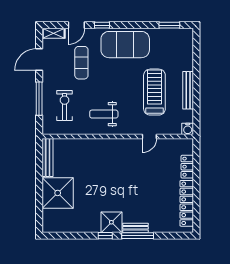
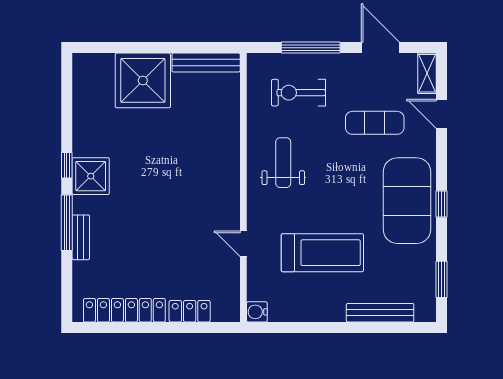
window: (102, 25) -> (441, 204), moved
bench: (188, 90) -> (380, 313), moved
exercise bike: (65, 106) -> (298, 93), turned 180
bench: (135, 228) -> (81, 237), moved

